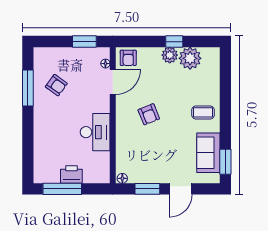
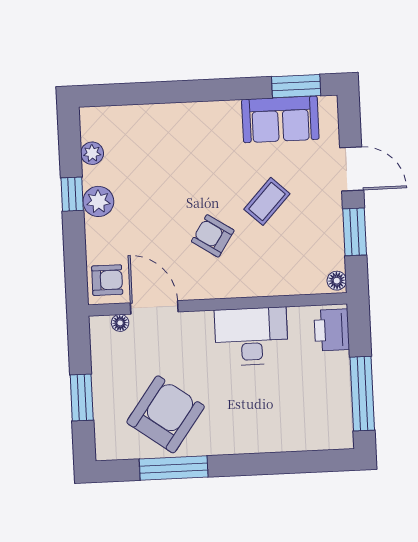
window: (84, 42) -> (82, 397), moved
plant: (190, 58) -> (92, 153), width x0.53, depth x0.53
armchair: (56, 85) -> (166, 414), width x1.88, depth x1.88
coffee table: (203, 112) -> (267, 201), moved, turned 43
armchair: (149, 114) -> (213, 236), turned -125
printer: (71, 174) -> (332, 330), moved

